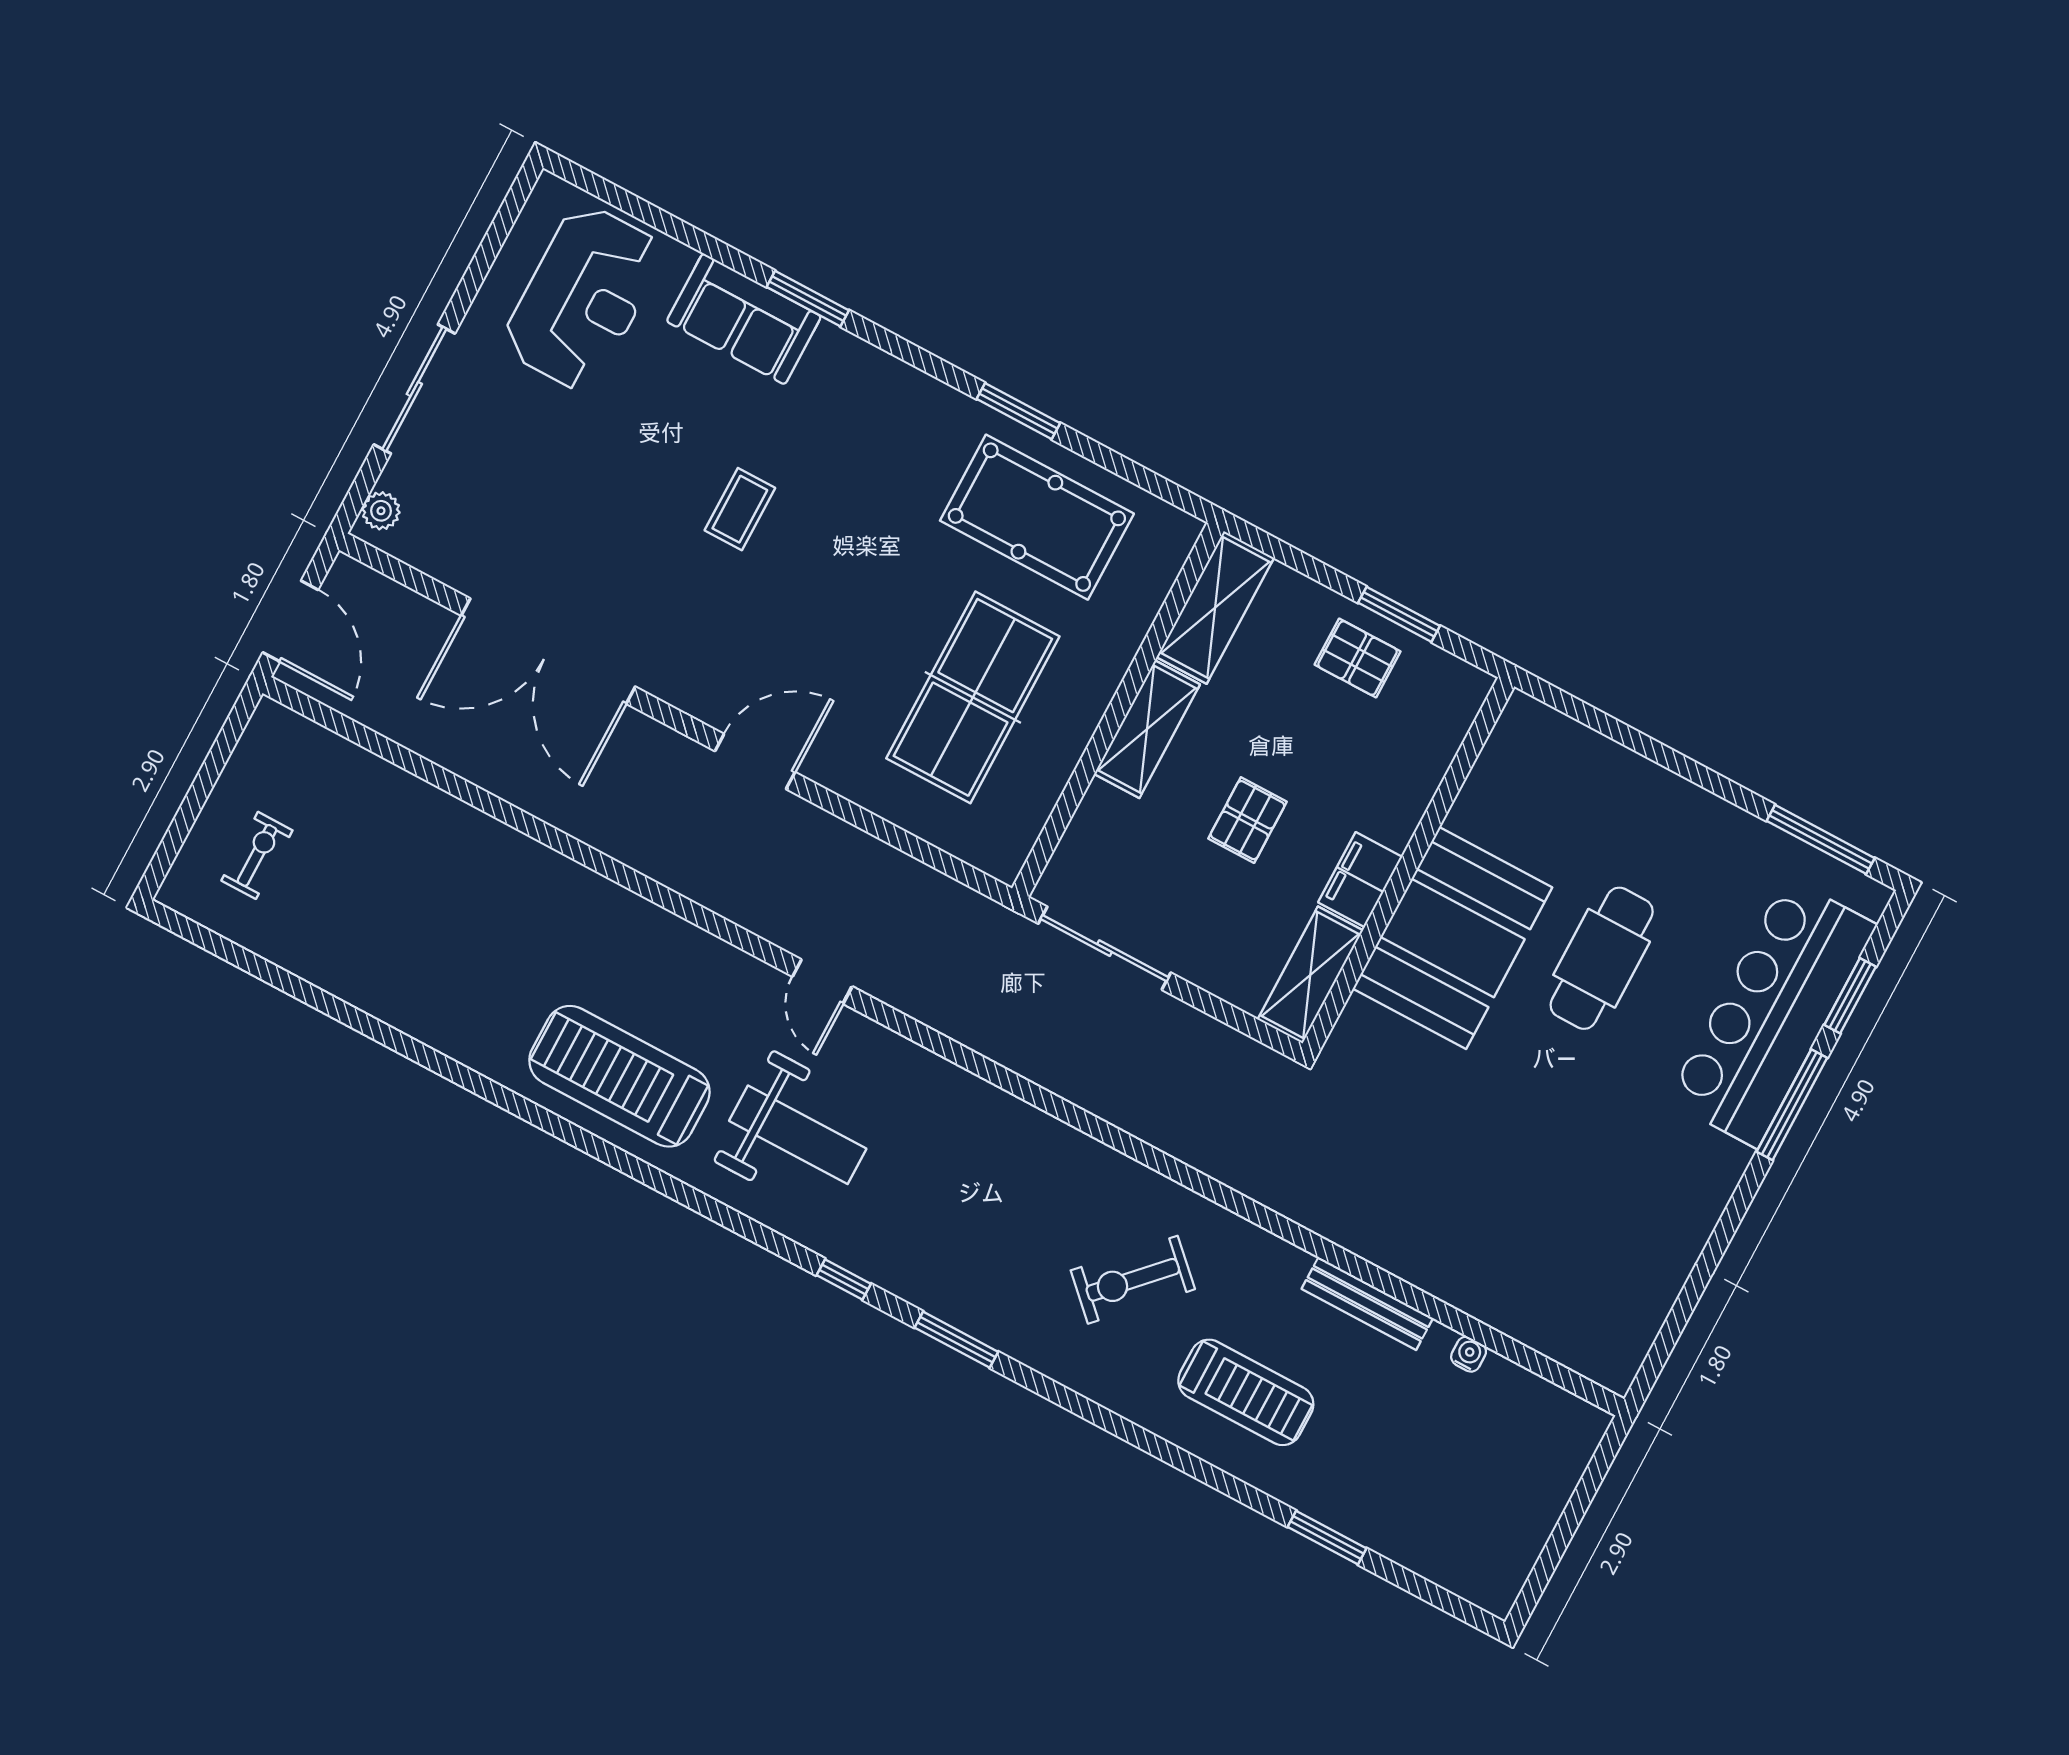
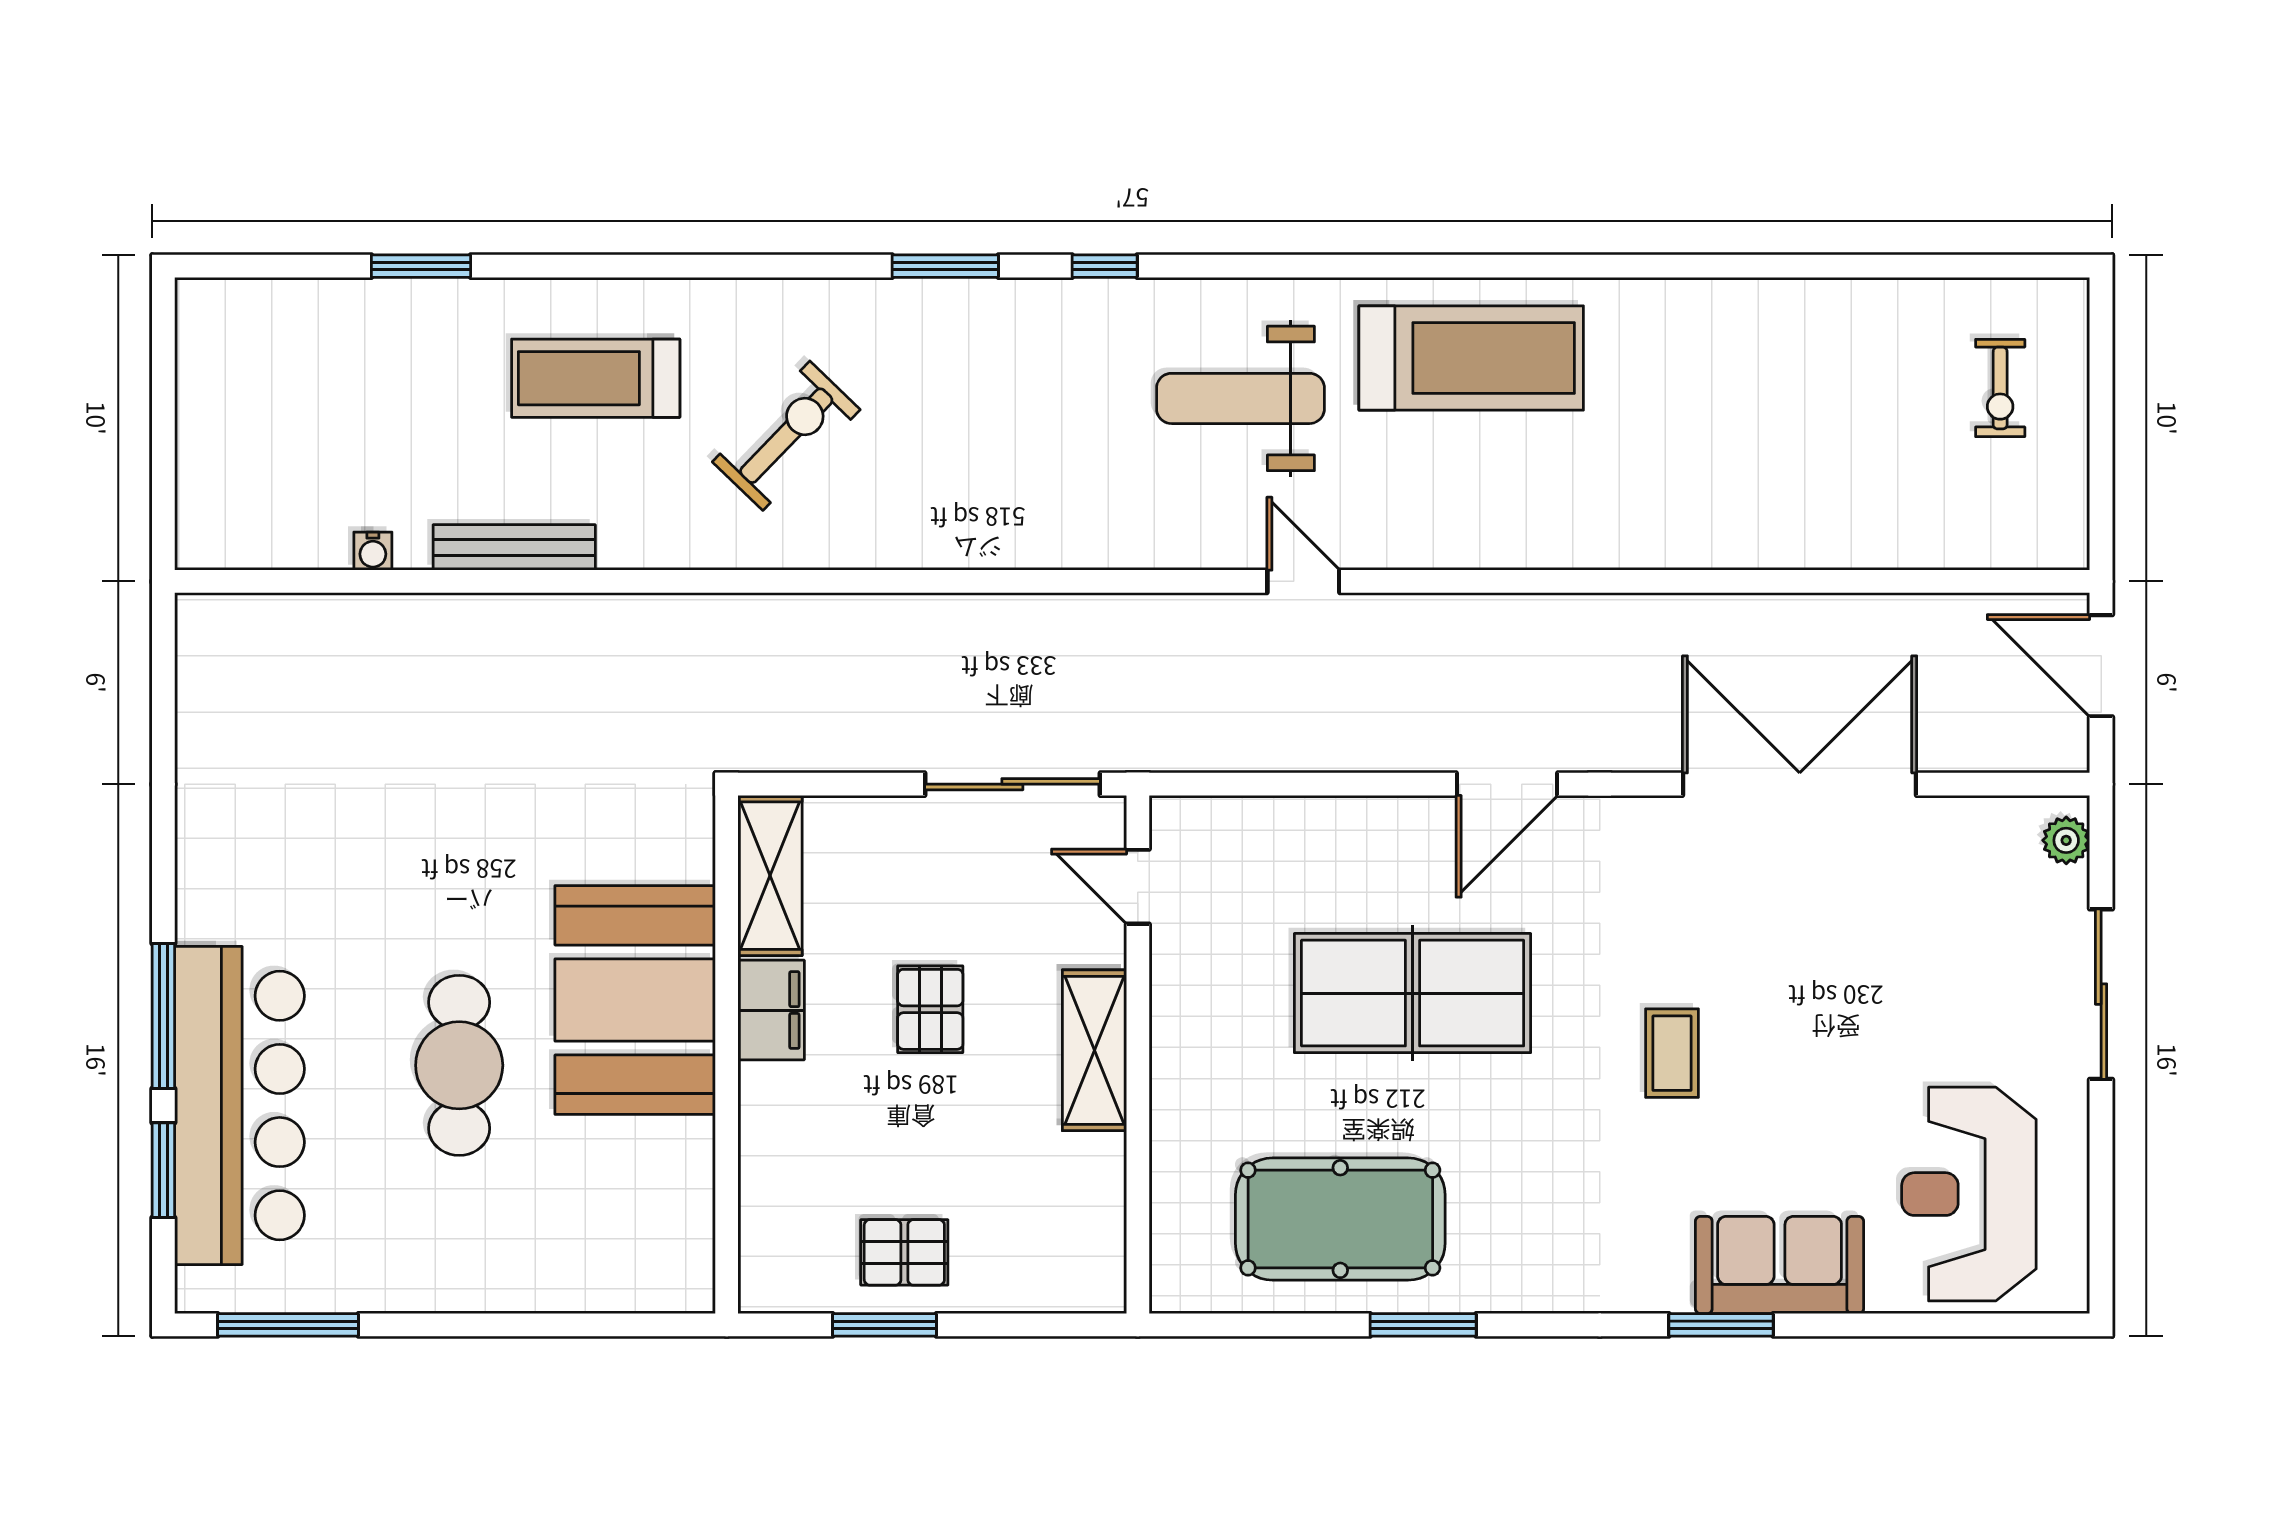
shelving: (1215, 607) -> (1091, 1224), removed
table tennis table: (973, 697) -> (1413, 993), moved, turned 90
door: (1054, 828) -> (1138, 887), added

